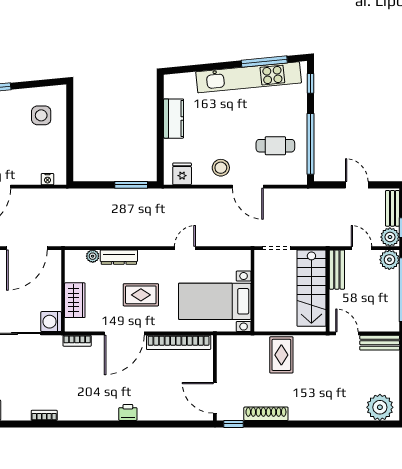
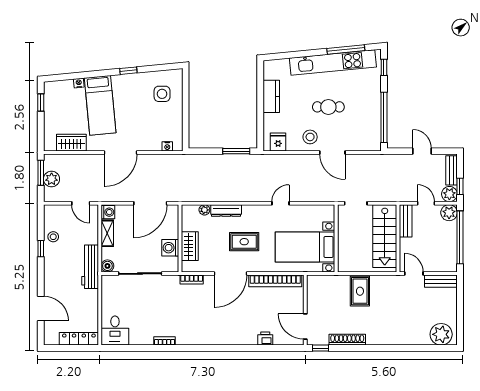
cafe table: (275, 146) -> (328, 107), moved
washing machine: (51, 322) -> (170, 248), moved
printer: (128, 412) -> (265, 339), moved

